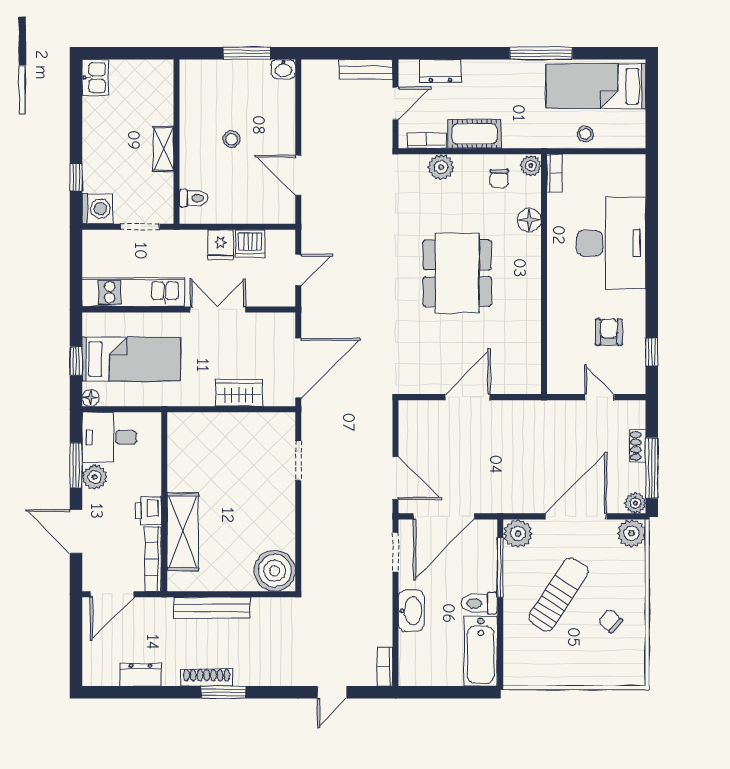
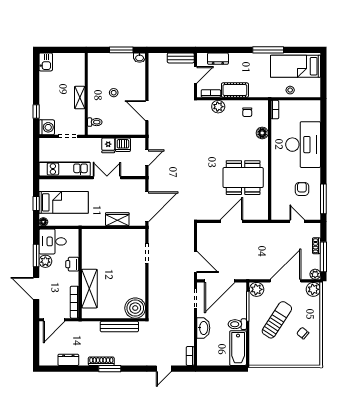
plant: (531, 166) -> (263, 106), removed
dining table: (457, 273) -> (243, 178), moved, turned 90
window: (652, 352) -> (323, 199), width x2.17
printer: (149, 511) -> (72, 264), moved
bench: (212, 608) -> (119, 327), moved

